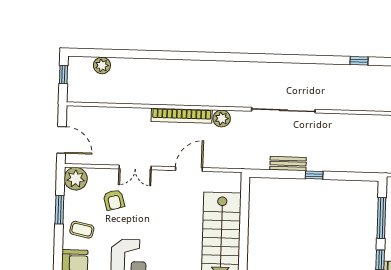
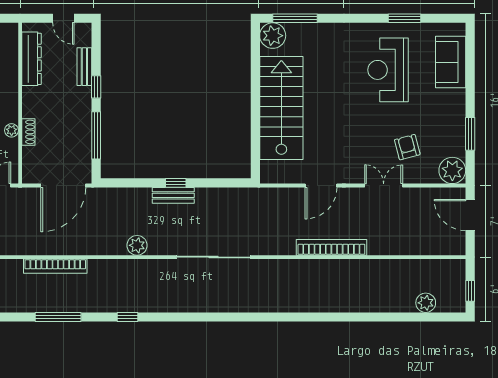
plant: (222, 118) -> (137, 245), moved
bench: (288, 164) -> (173, 195), moved
coffee table: (82, 230) -> (443, 111), removed

